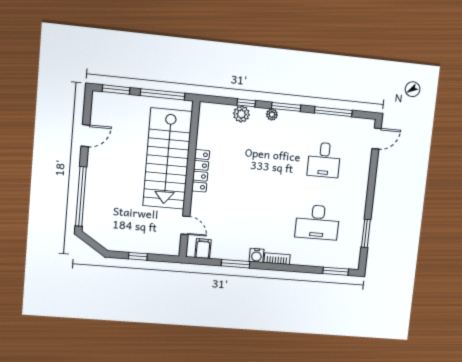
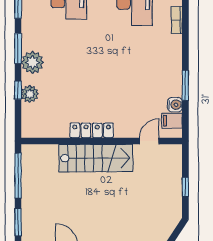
plant: (272, 115) -> (32, 62), width x1.88, depth x1.88
stairs: (167, 159) -> (96, 158), width x0.73, depth x0.66
water cooler: (257, 255) -> (175, 105), moved
bookcase: (277, 259) -> (177, 20), moved

